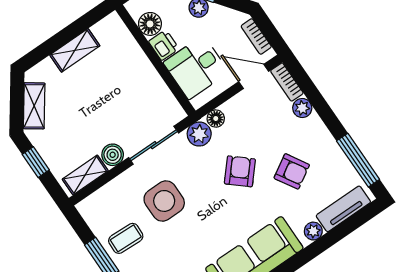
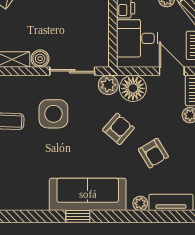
floor lamp: (216, 119) -> (133, 88), width x1.89, depth x1.89

